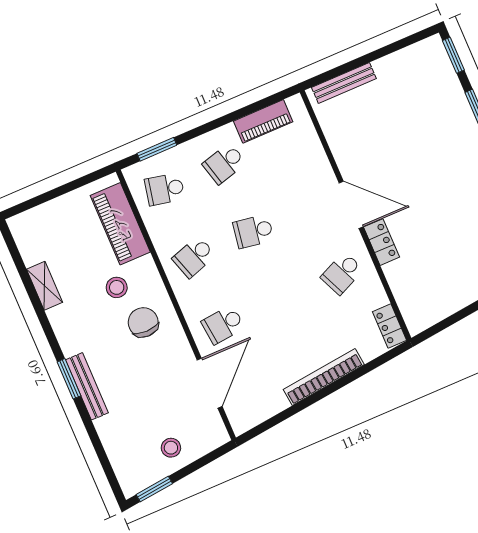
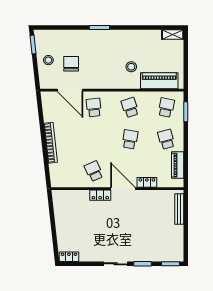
door: (351, 205) -> (123, 189), swing flipped
shelving: (45, 286) -> (173, 35), moved
chair: (143, 322) -> (71, 64), moved, turned -90
locker: (390, 326) -> (147, 182), moved
bench: (87, 386) -> (92, 34), removed

